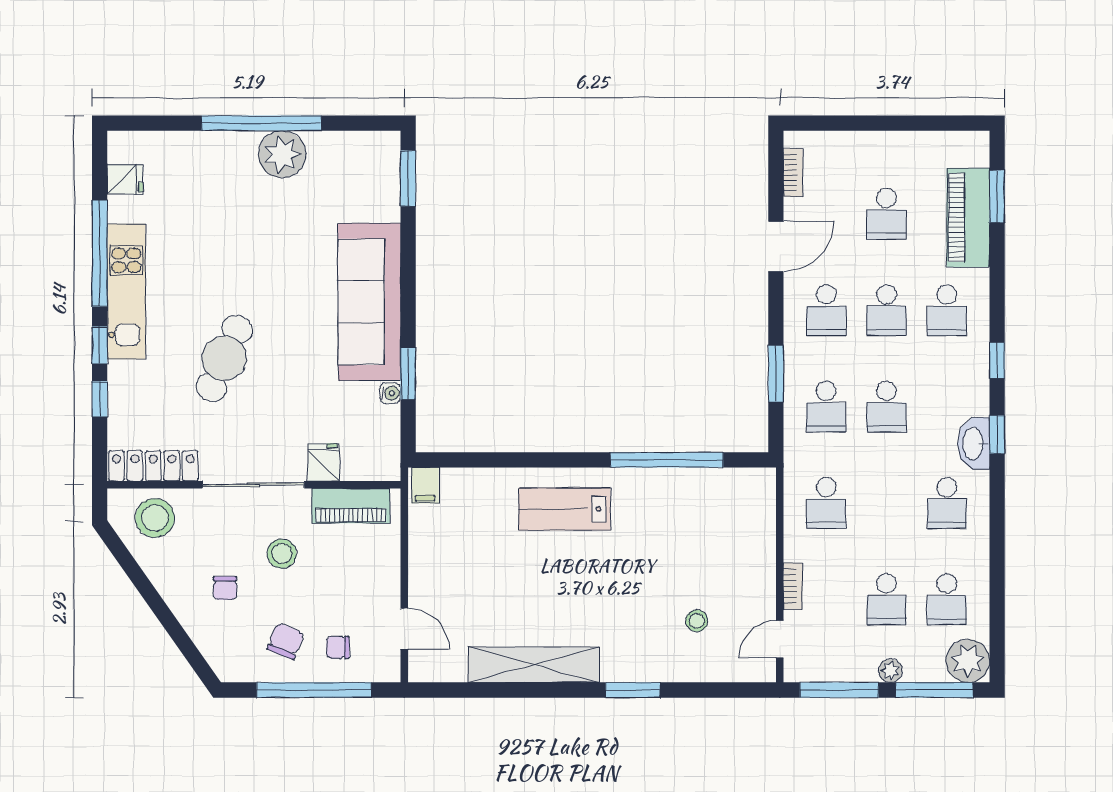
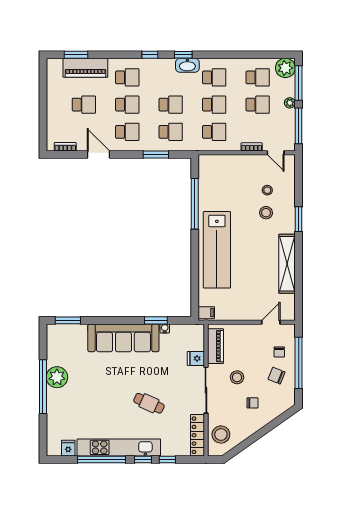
kitchen unit: (126, 291) -> (119, 447), width x1.36
cafe table: (224, 358) -> (149, 403), width x0.73, depth x0.74
school desk: (886, 503) -> (214, 105), added
lab bench: (565, 509) -> (217, 250), width x1.86, depth x1.39
stool: (647, 618) -> (266, 213), added

